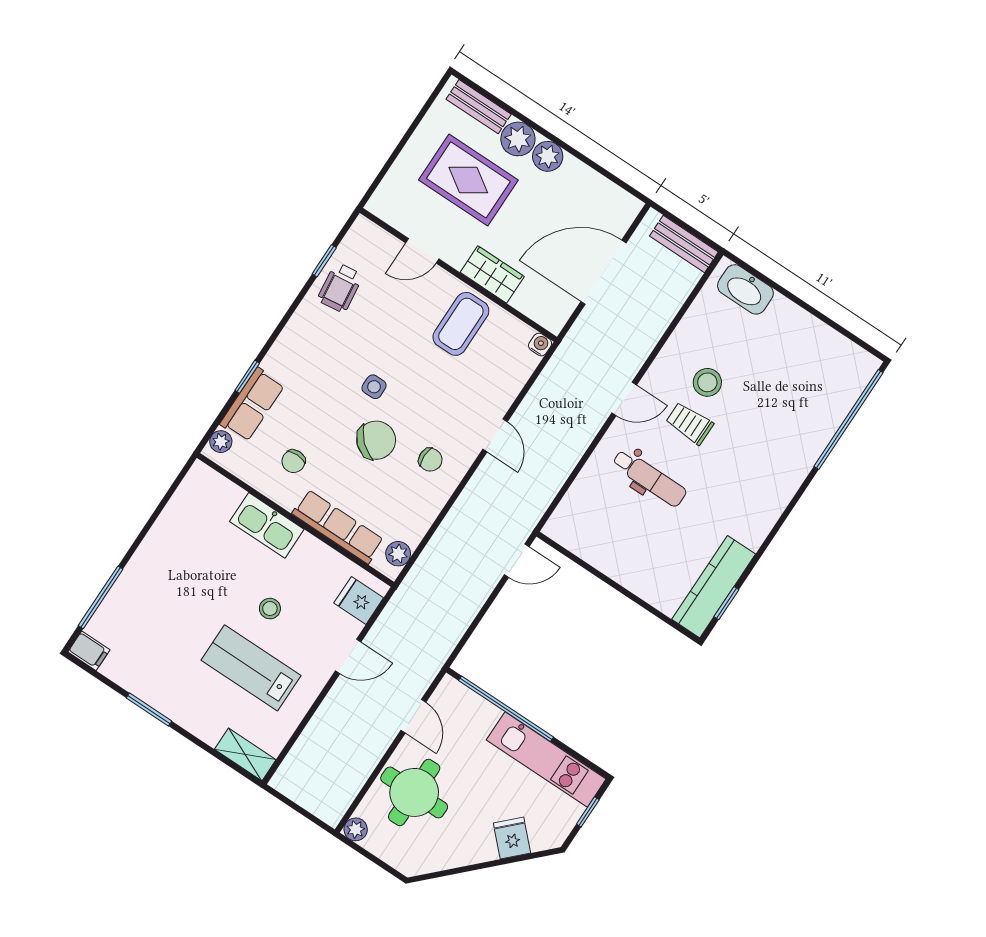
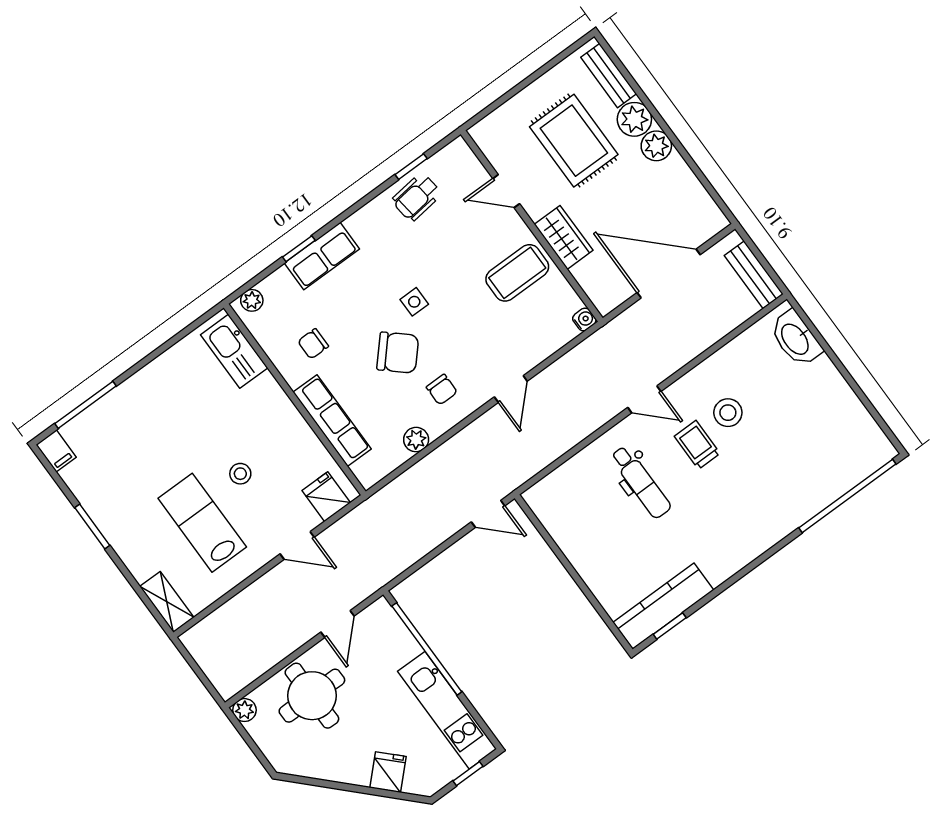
row of seats: (252, 405) -> (322, 256), moved
kitchen sink: (267, 525) -> (234, 351), moved
plant: (398, 554) -> (416, 440), moved

